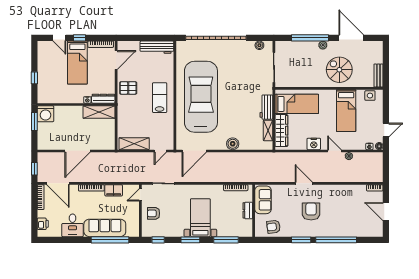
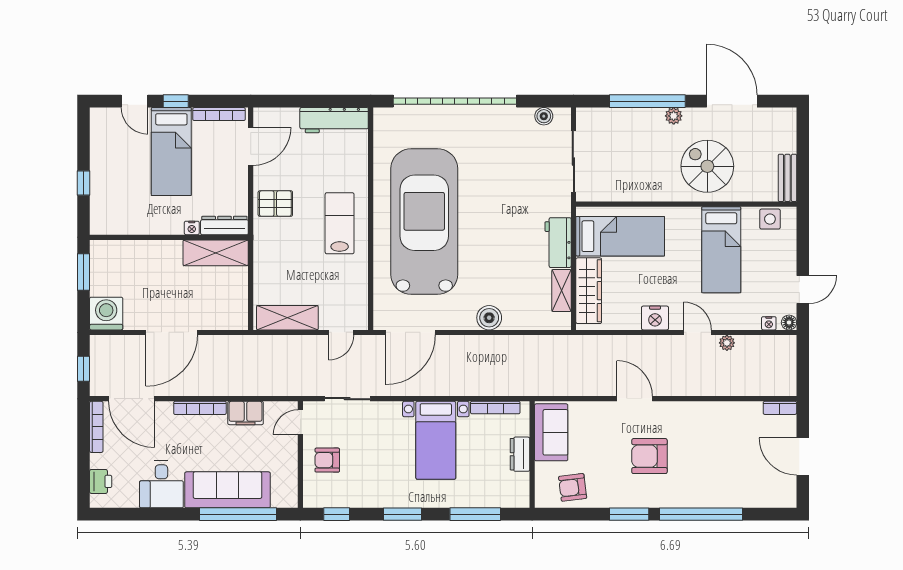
washing machine: (46, 114) -> (106, 314), moved, turned 180
armchair: (311, 211) -> (649, 456), turned -90
bed with nightstands: (200, 218) -> (436, 440), moved, turned 180

